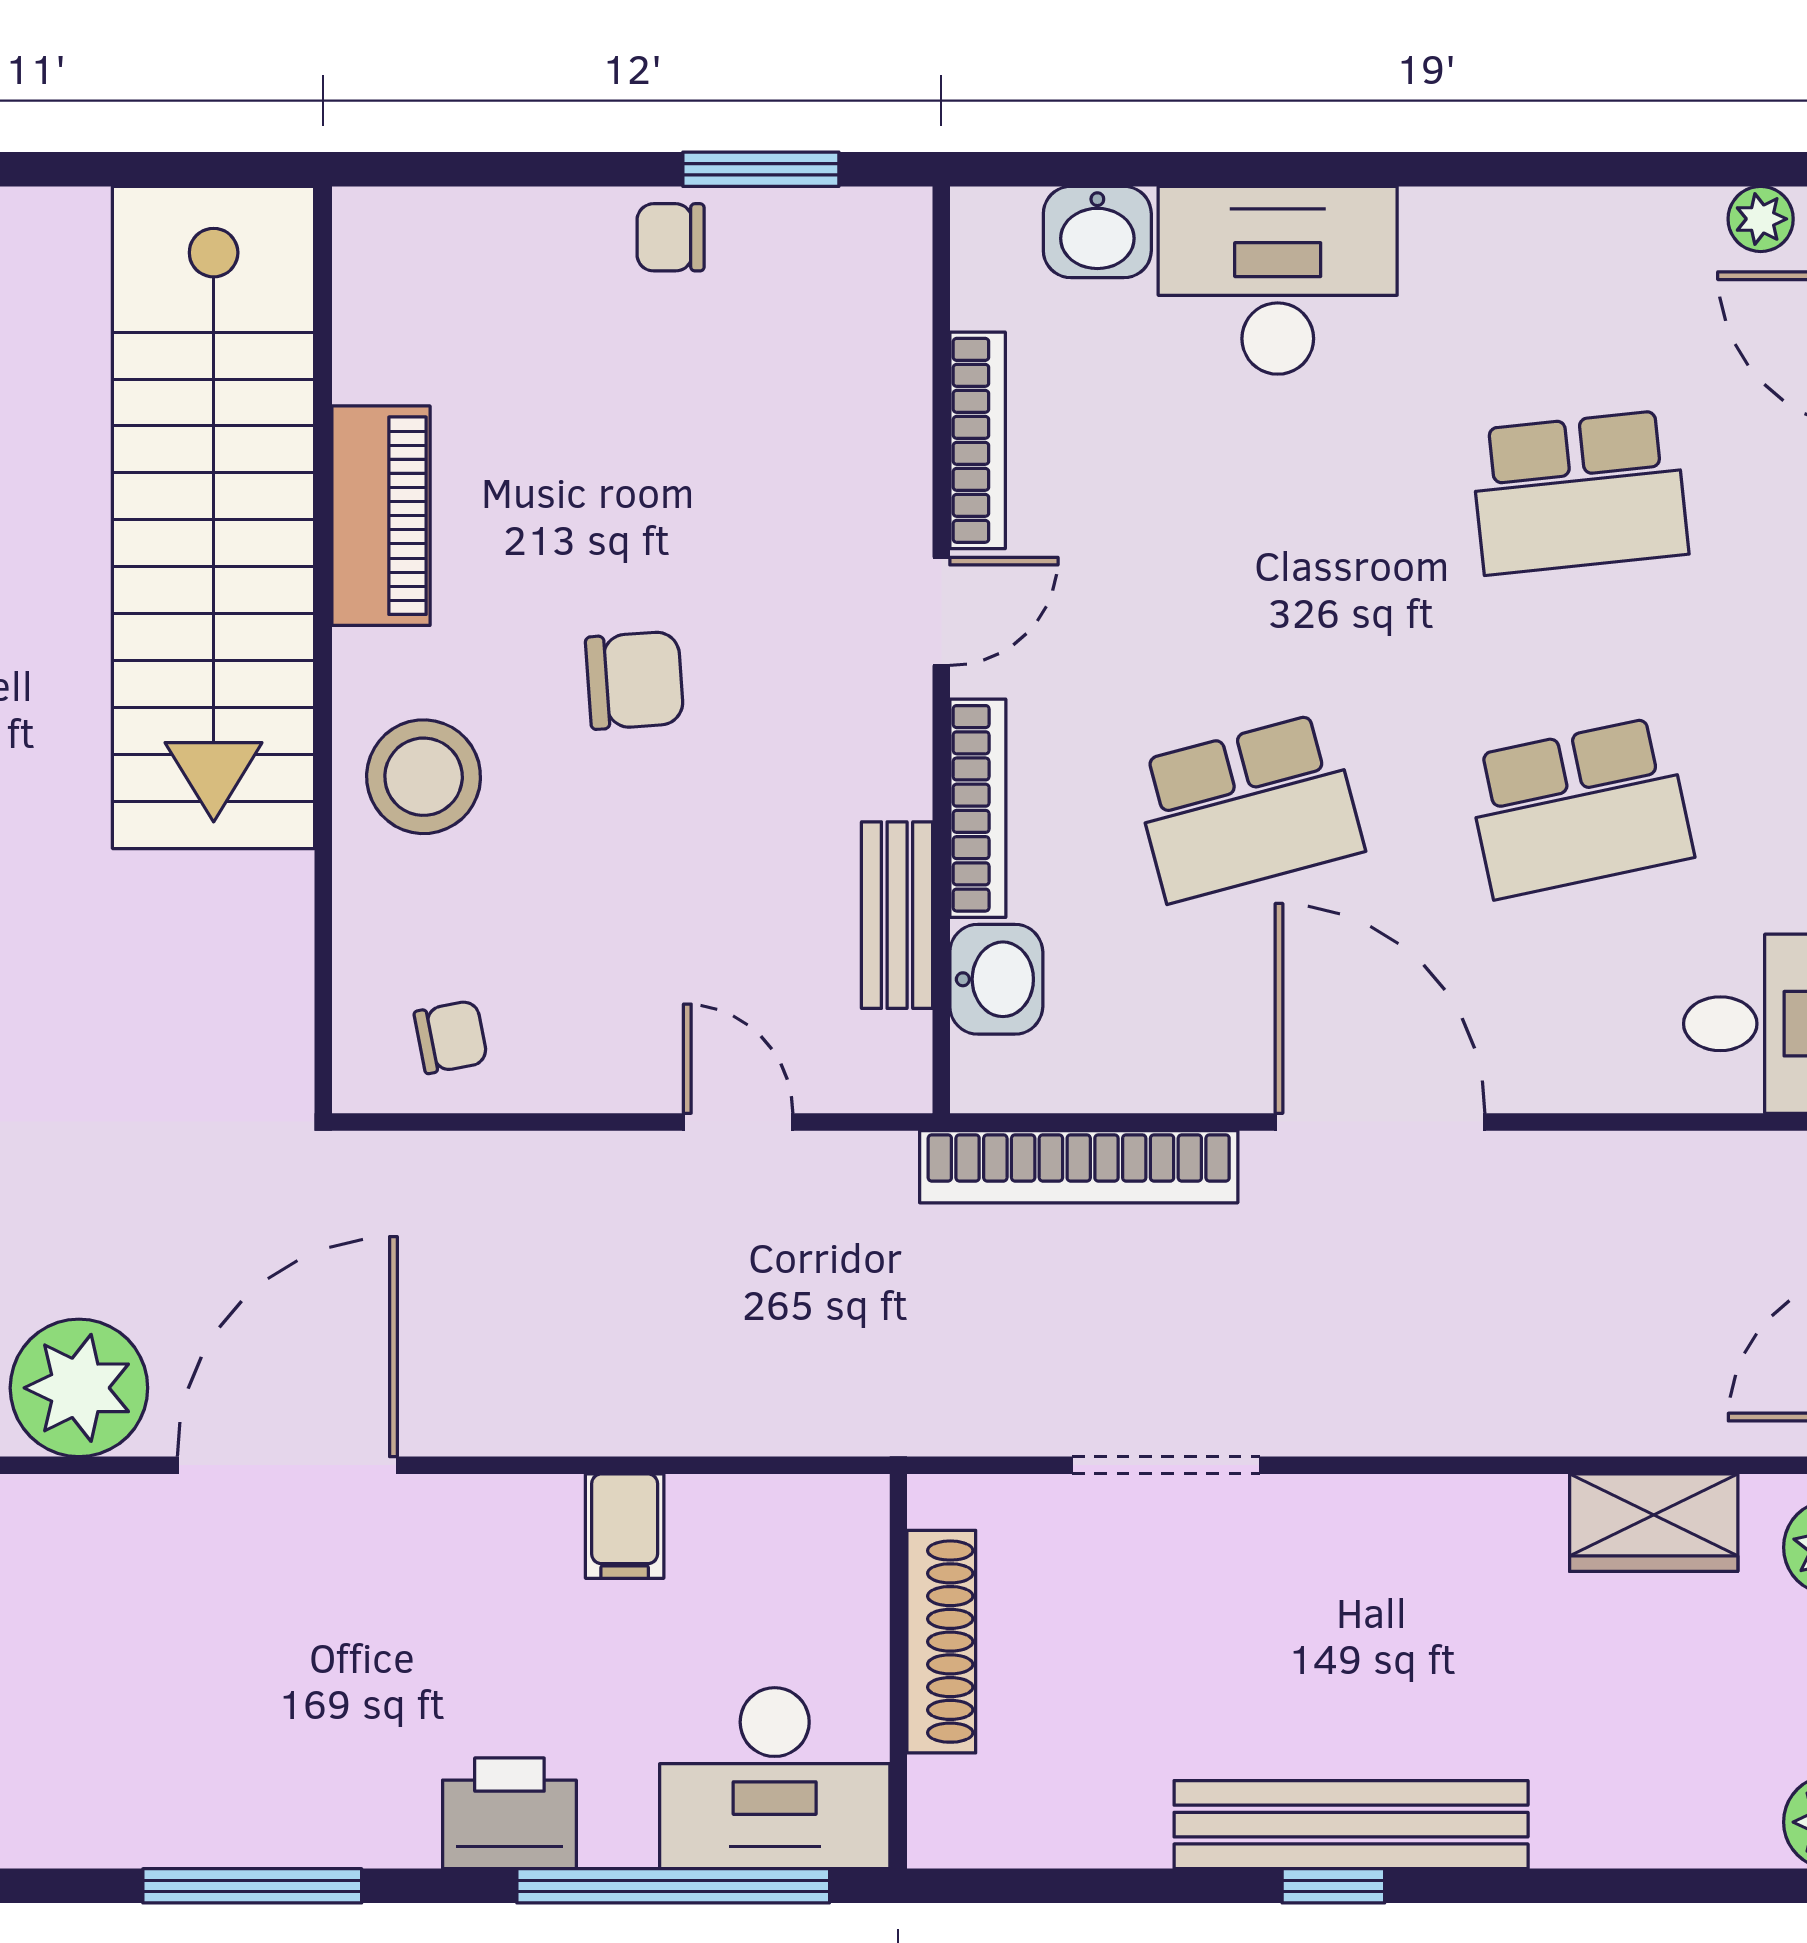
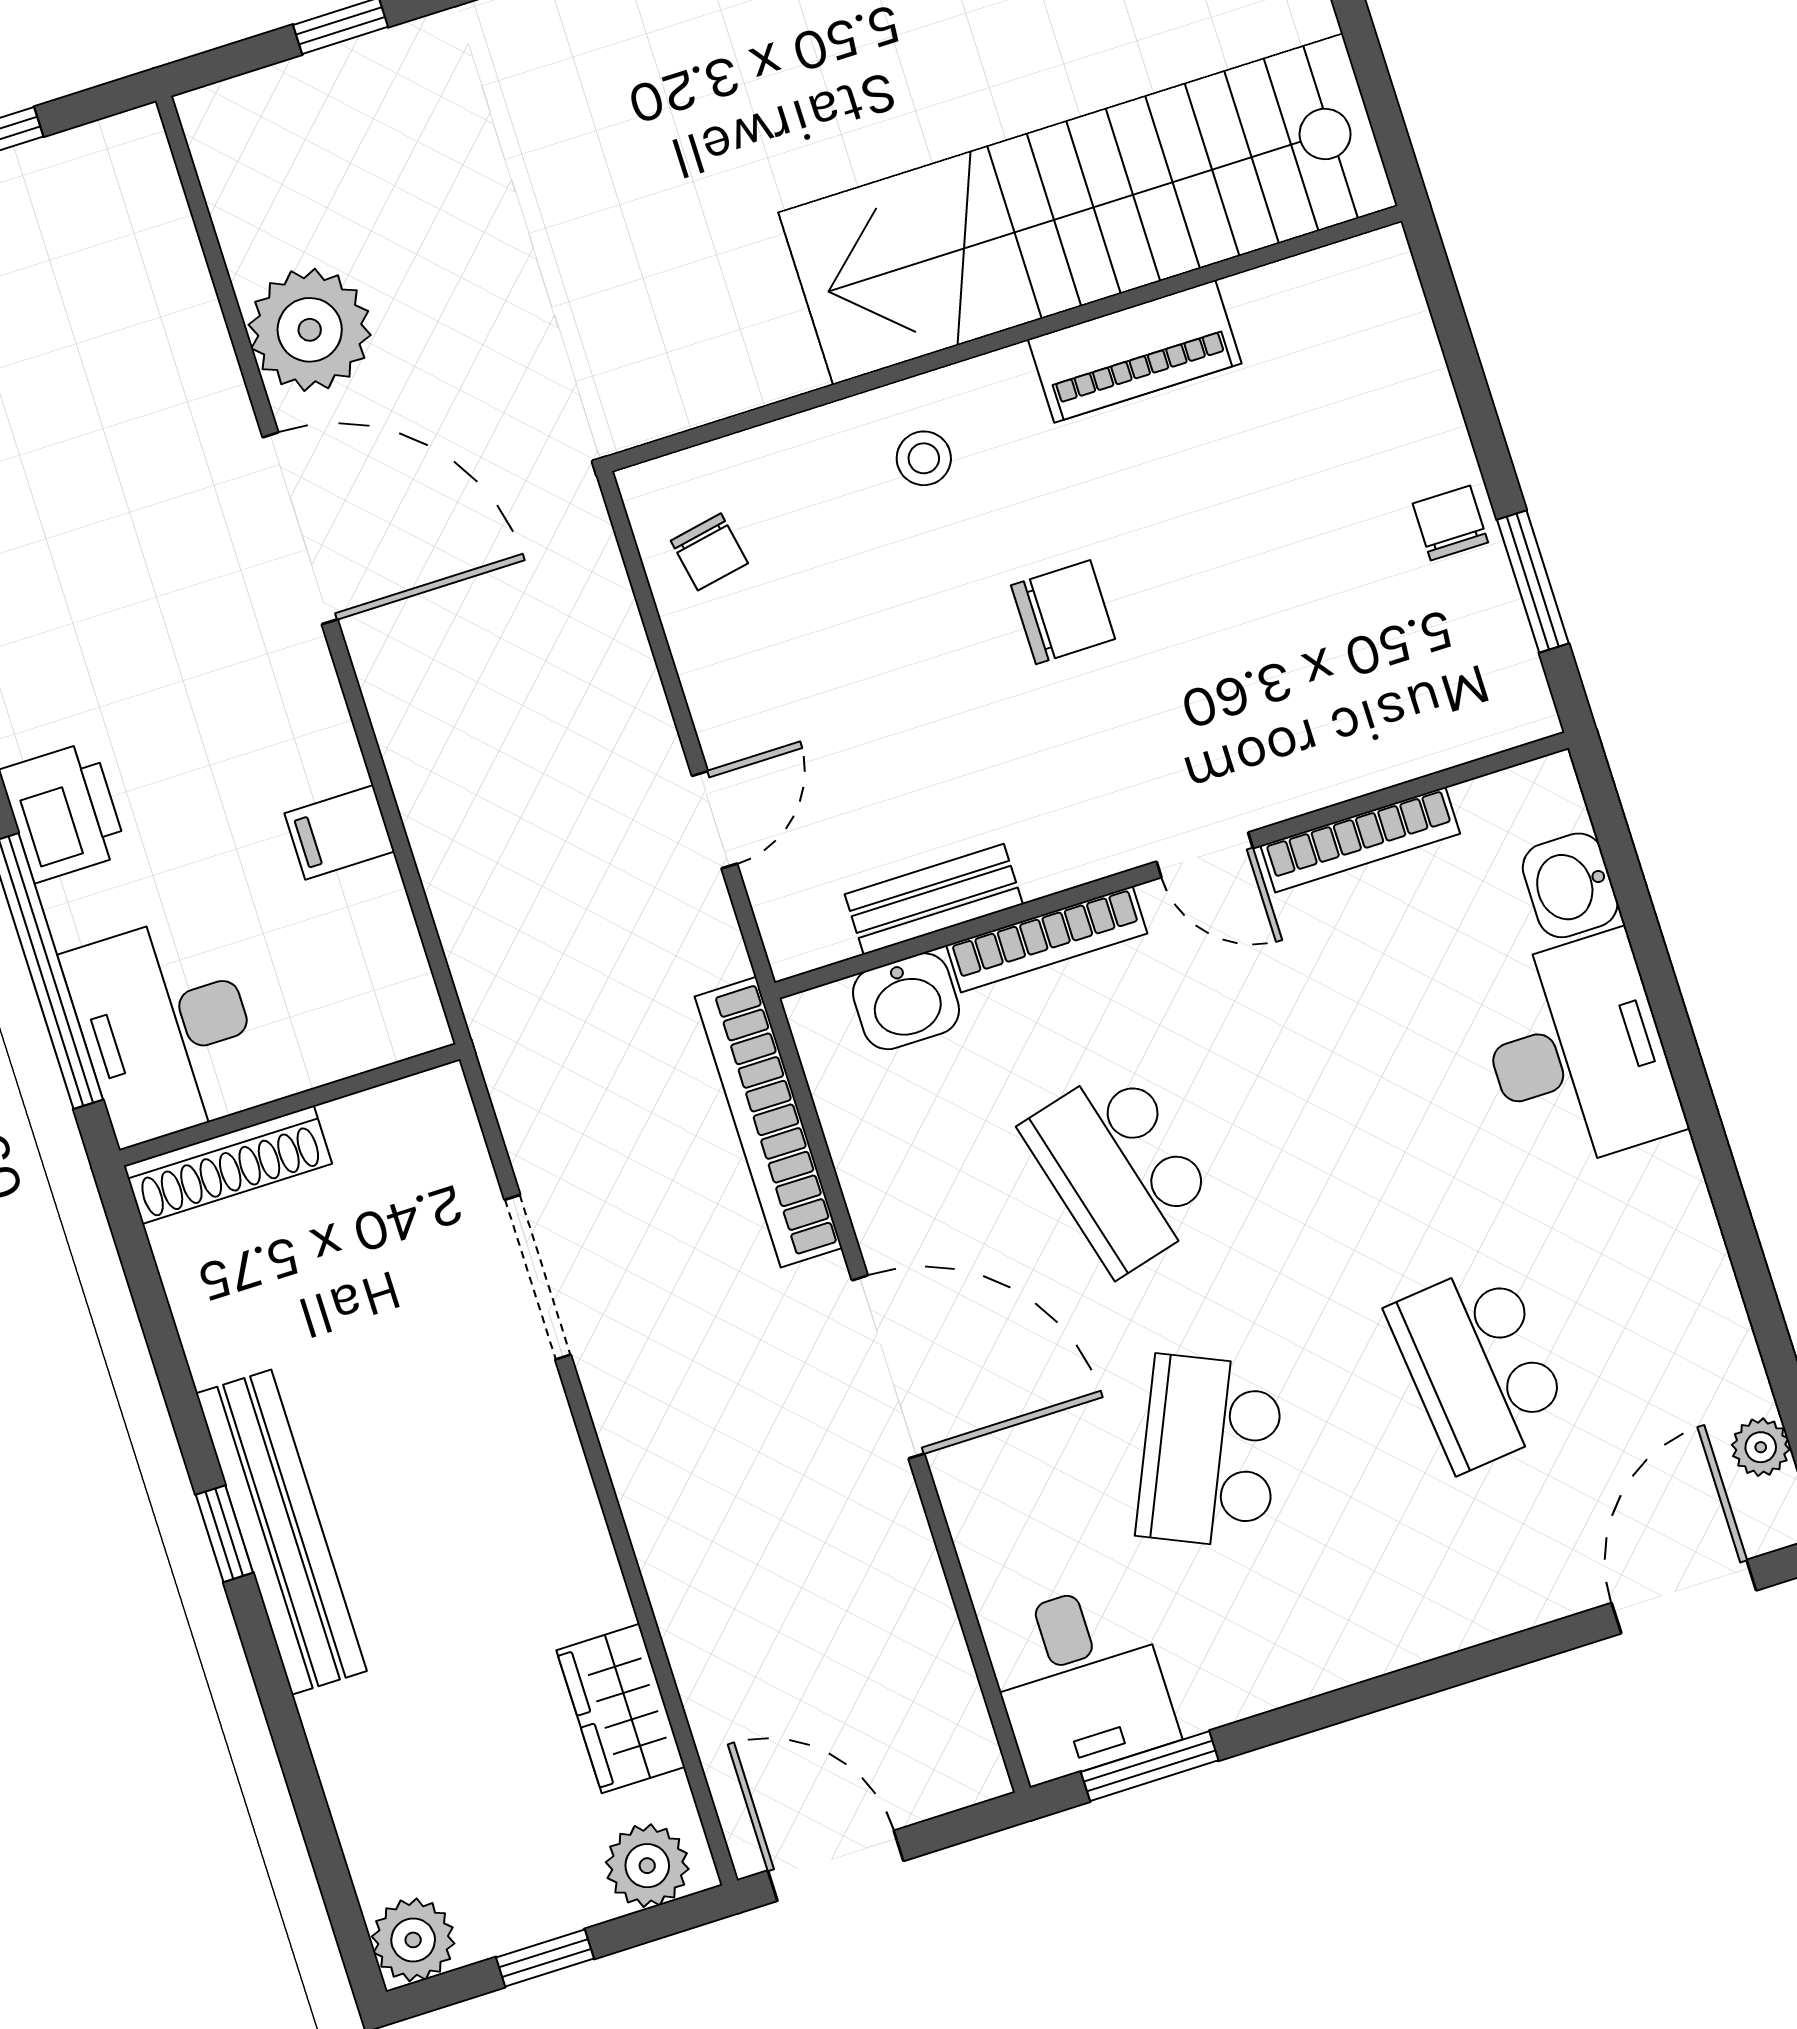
chair: (635, 680) -> (1063, 612), turned -86
stool: (424, 777) -> (924, 458), width x0.53, depth x0.53
school desk: (1579, 808) -> (1210, 1452), turned 36
door: (1380, 1122) -> (888, 1367), hinge flipped
shoe rack: (941, 1642) -> (228, 1165), moved

